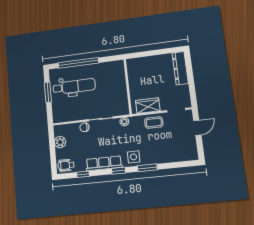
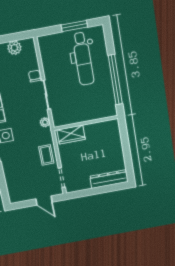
window: (78, 63) -> (115, 80), moved
wardrobe: (148, 106) -> (71, 134), moved, turned 90

